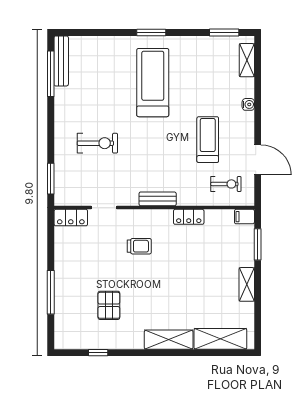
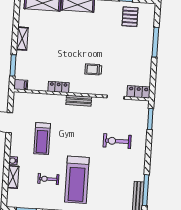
shelving: (247, 60) -> (13, 177), moved
exercise bike: (226, 184) -> (48, 179), moved
pallet: (109, 305) -> (130, 17), moved

